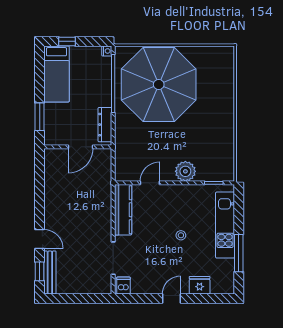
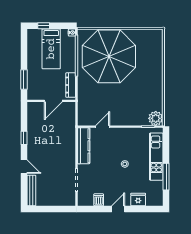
bed: (56, 74) -> (51, 49), moved
plant: (185, 171) -> (156, 118), moved
window: (40, 271) -> (24, 138), moved
dishwasher: (123, 286) -> (99, 200), moved

